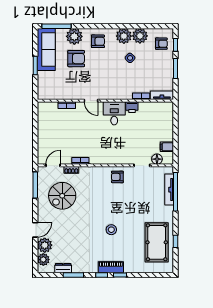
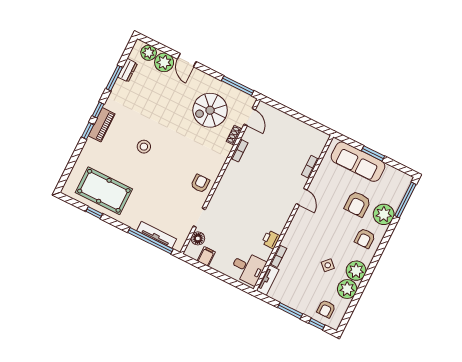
sofa: (46, 49) -> (358, 162), moved
door: (91, 101) -> (302, 197), swing flipped
desk: (114, 113) -> (248, 268), moved
spiral stairs: (62, 196) -> (210, 110), turned -90

